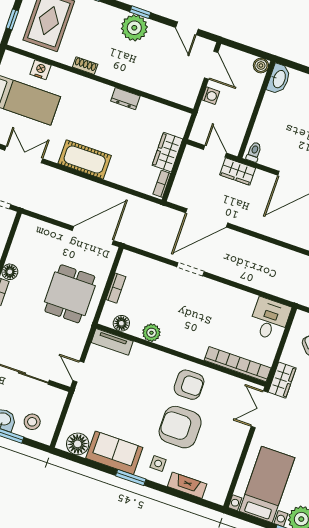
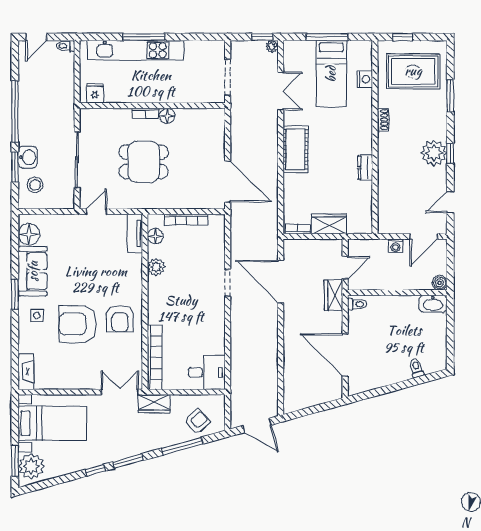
bookcase: (116, 288) -> (186, 220), width x1.56
dining table: (70, 294) -> (144, 162), moved
armchair: (180, 427) -> (78, 324), turned -90
fireplace: (187, 485) -> (26, 372), moved

